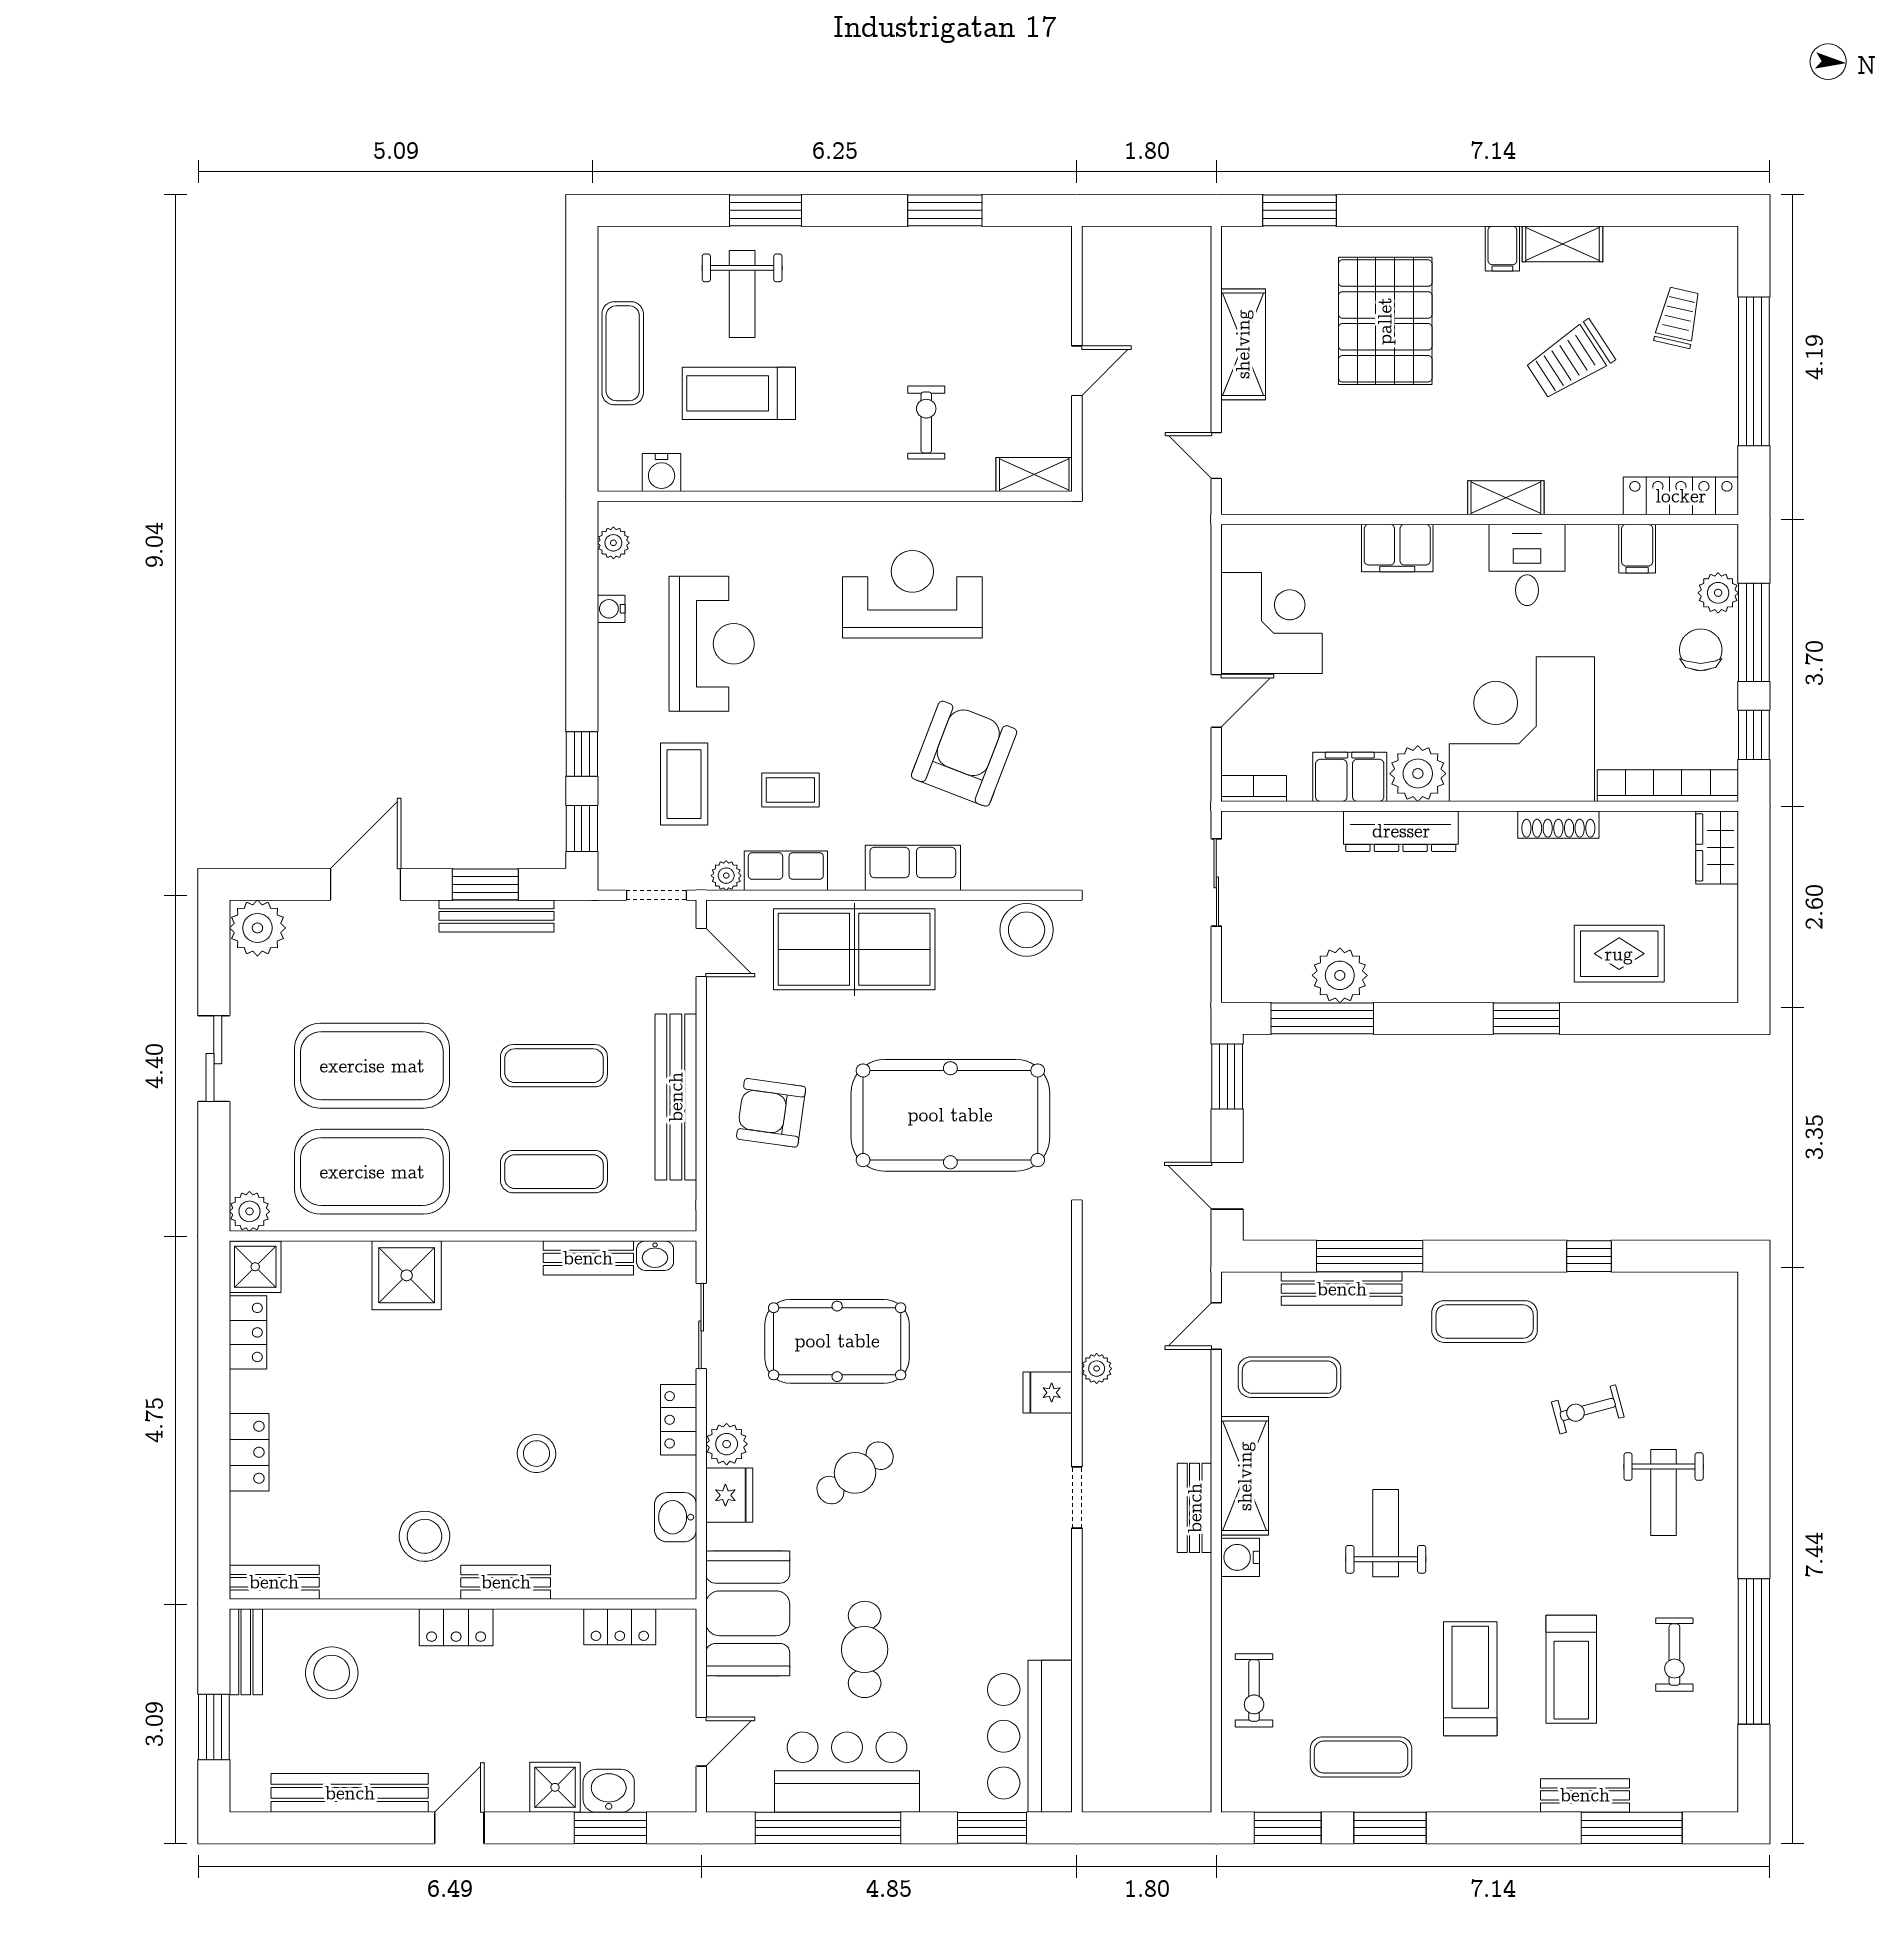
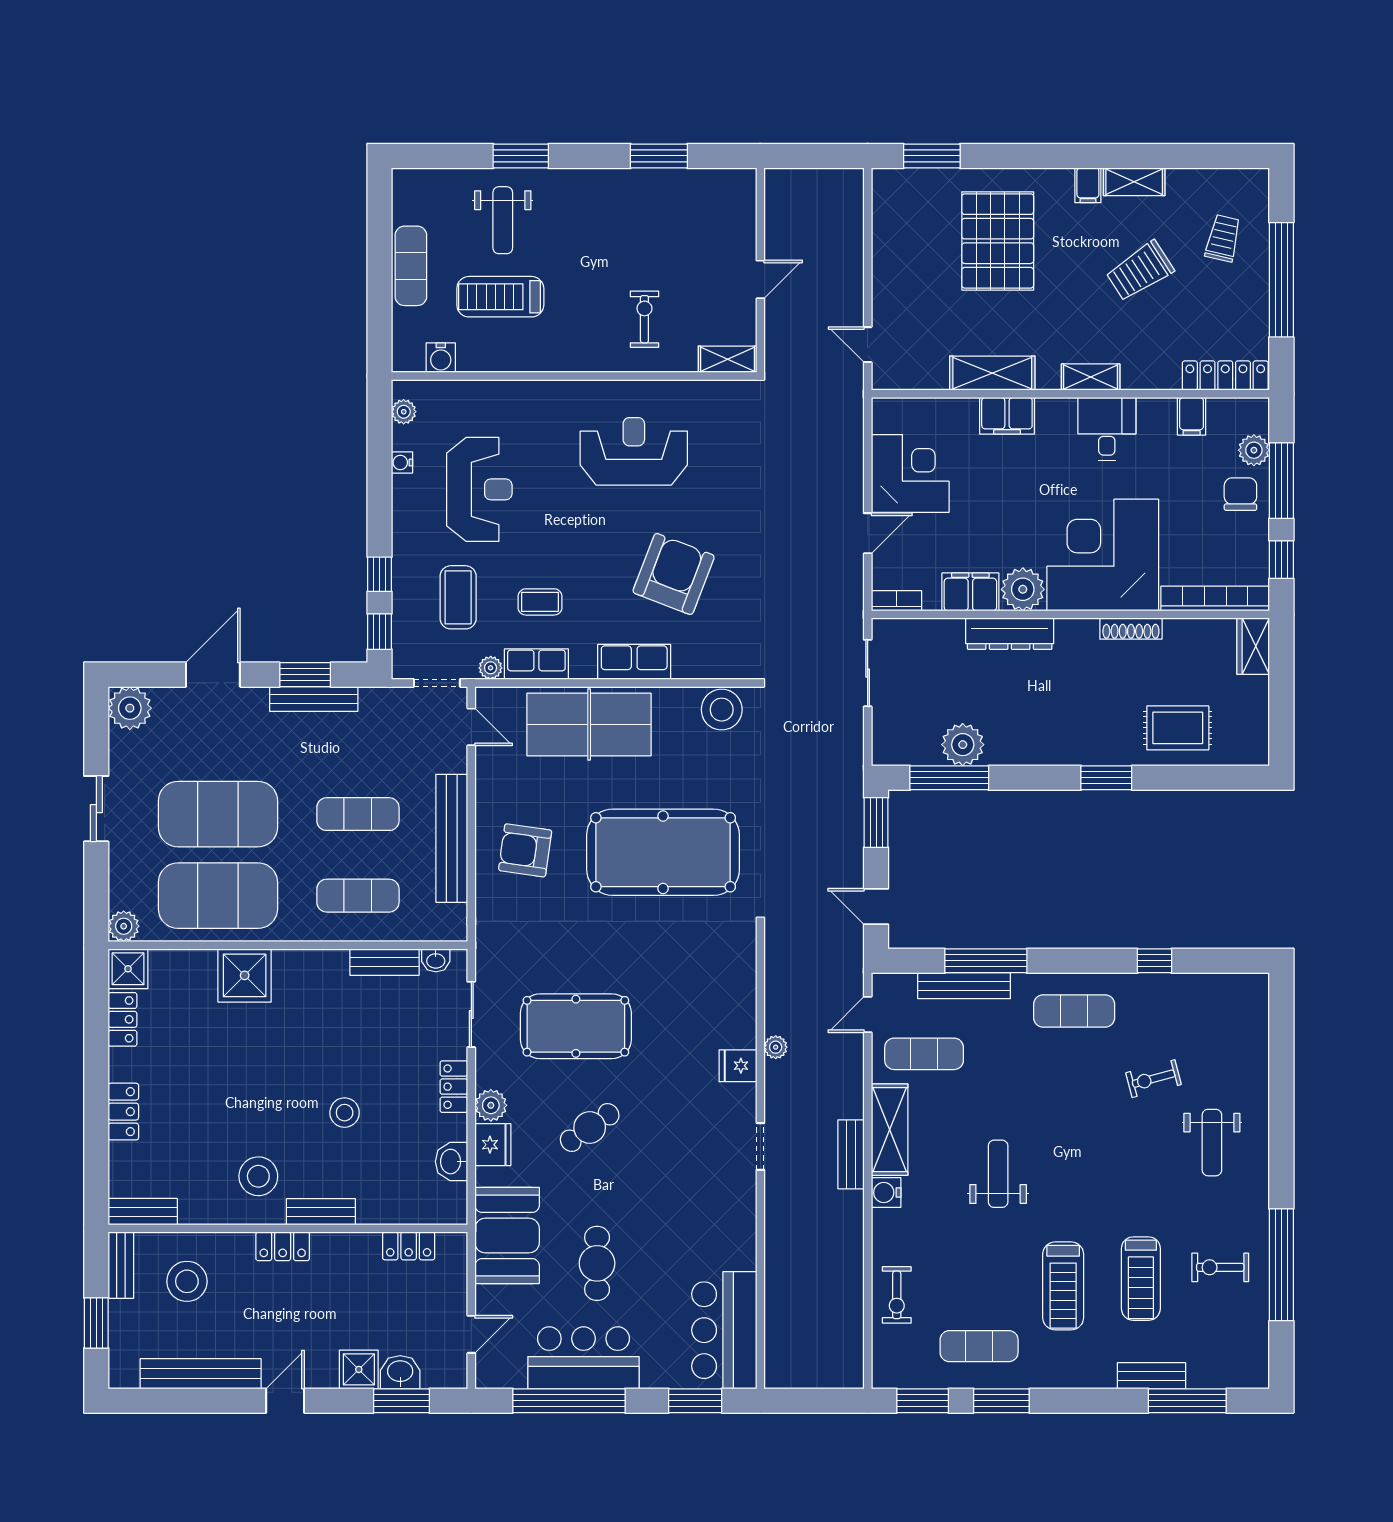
shelving: (1243, 344) -> (992, 373), moved, turned 90
exercise bike: (1674, 1655) -> (1220, 1267), turned 90
treadmill: (1470, 1679) -> (1063, 1286), turned 180

